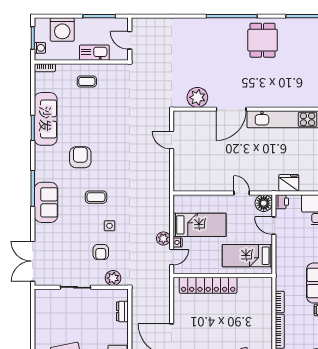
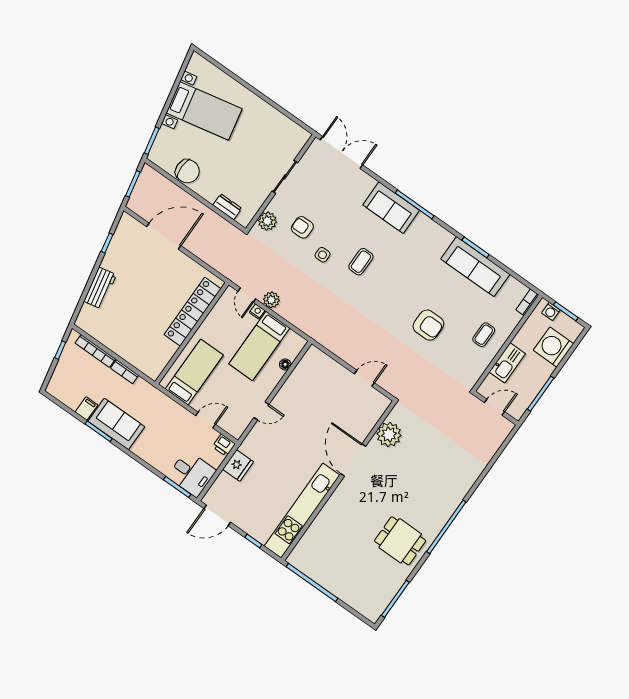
armchair: (80, 157) -> (428, 325), moved
floor lamp: (264, 203) -> (285, 364), moved, width x0.53, depth x0.53

